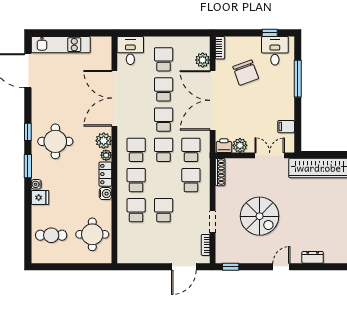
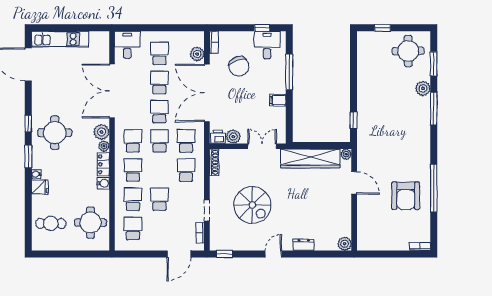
filing cabinet: (286, 127) -> (278, 100), moved
school desk: (136, 240) -> (133, 228), added

